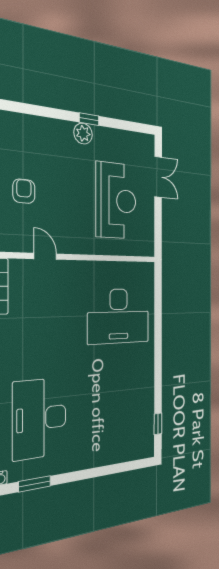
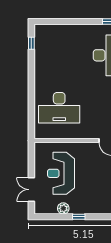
plant: (83, 134) -> (63, 208), moved
desk: (119, 316) -> (59, 108), turned 180

